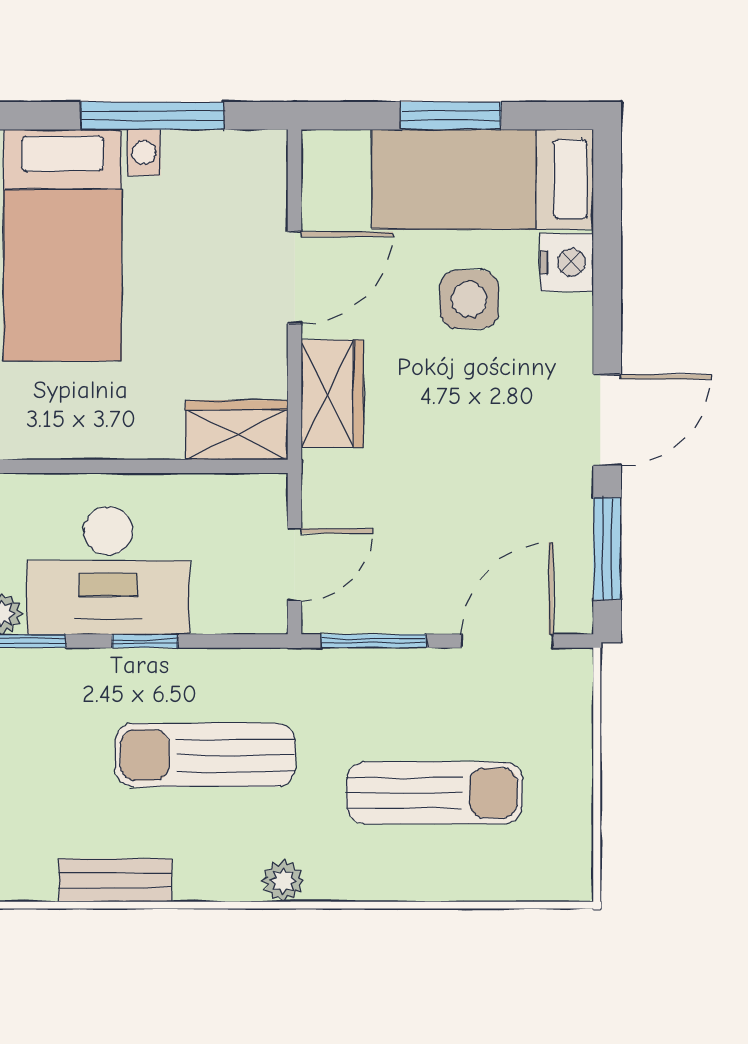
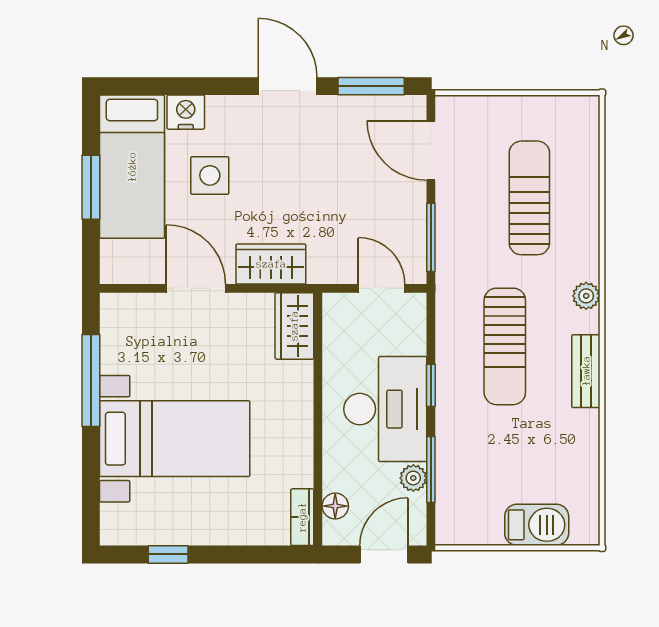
bench: (115, 880) -> (586, 371), moved

